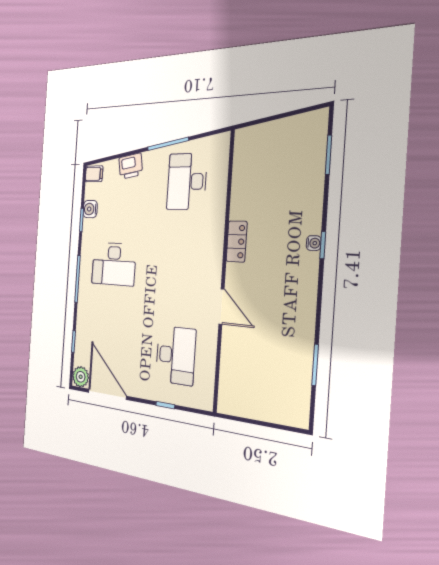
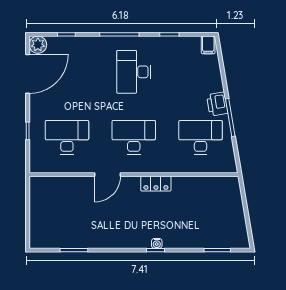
printer: (131, 166) -> (217, 104), moved
water cooler: (90, 209) -> (179, 43), removed
desk: (181, 268) -> (134, 137), added
desk: (176, 355) -> (67, 137), turned 180

